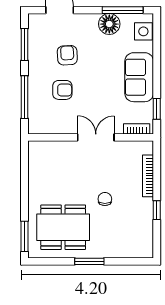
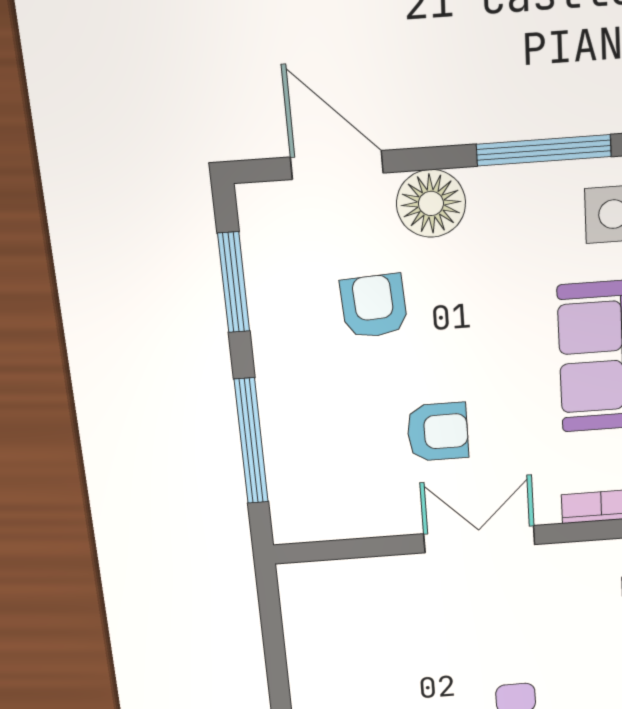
floor lamp: (109, 24) -> (431, 203), moved
armchair: (62, 90) -> (438, 432), moved

